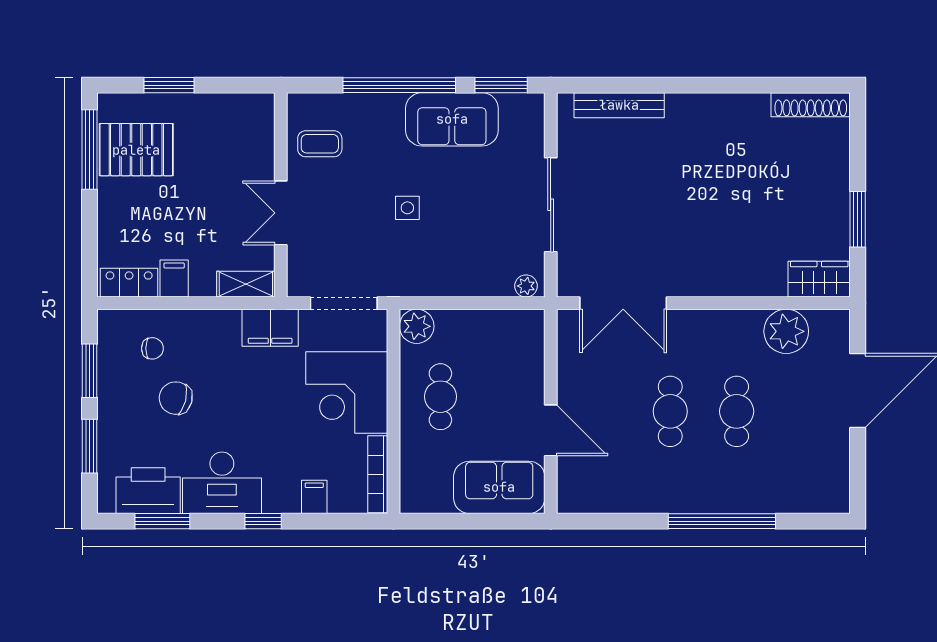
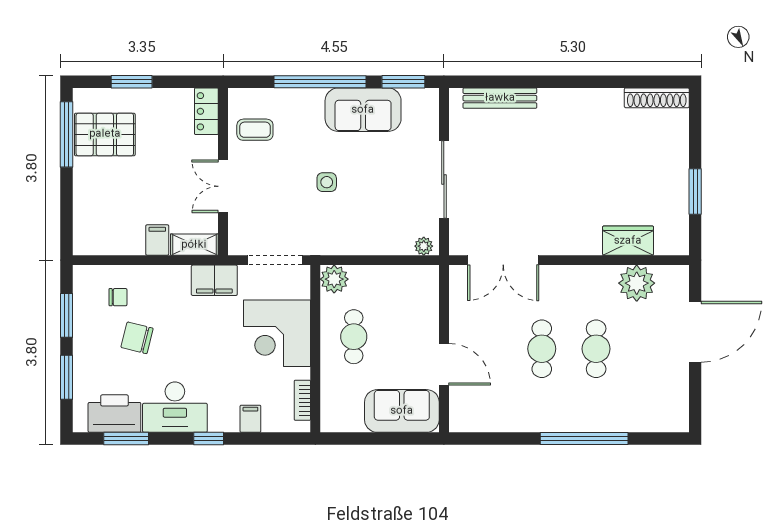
filing cabinet: (174, 279) -> (157, 240), moved
wardrobe: (819, 279) -> (628, 241), moved
locker: (129, 283) -> (206, 111), moved, turned -90
bookcase: (378, 474) -> (302, 400), width x0.64

